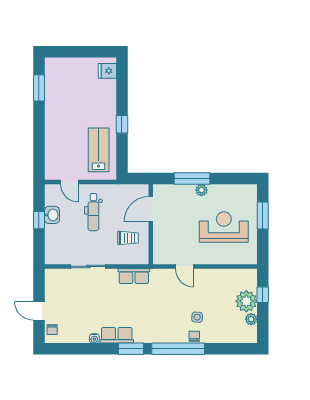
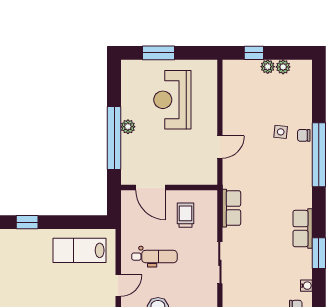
window: (122, 124) -> (27, 222), moved
window: (192, 178) -> (114, 138), width x1.46
plant: (246, 301) -> (268, 67), width x0.53, depth x0.53
water cooler: (94, 338) -> (306, 286), moved
window: (131, 349) -> (319, 253), moved

